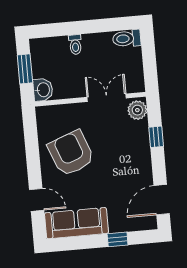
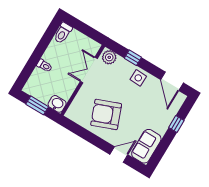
side table: (138, 159) -> (138, 78), added
sofa: (76, 223) -> (146, 146), width x0.73

